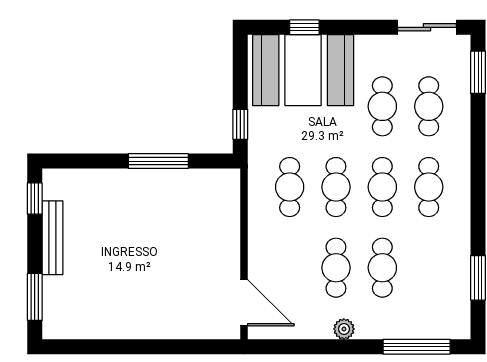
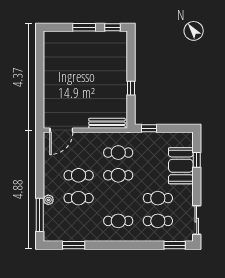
booth: (303, 70) -> (181, 166), width x0.73, depth x0.70
window: (158, 161) -> (131, 88), width x0.46
cafe table: (382, 187) -> (118, 198), removed
bench: (52, 238) -> (107, 123), moved
window: (35, 297) -> (84, 27), moved
plant: (344, 329) -> (48, 200), moved

